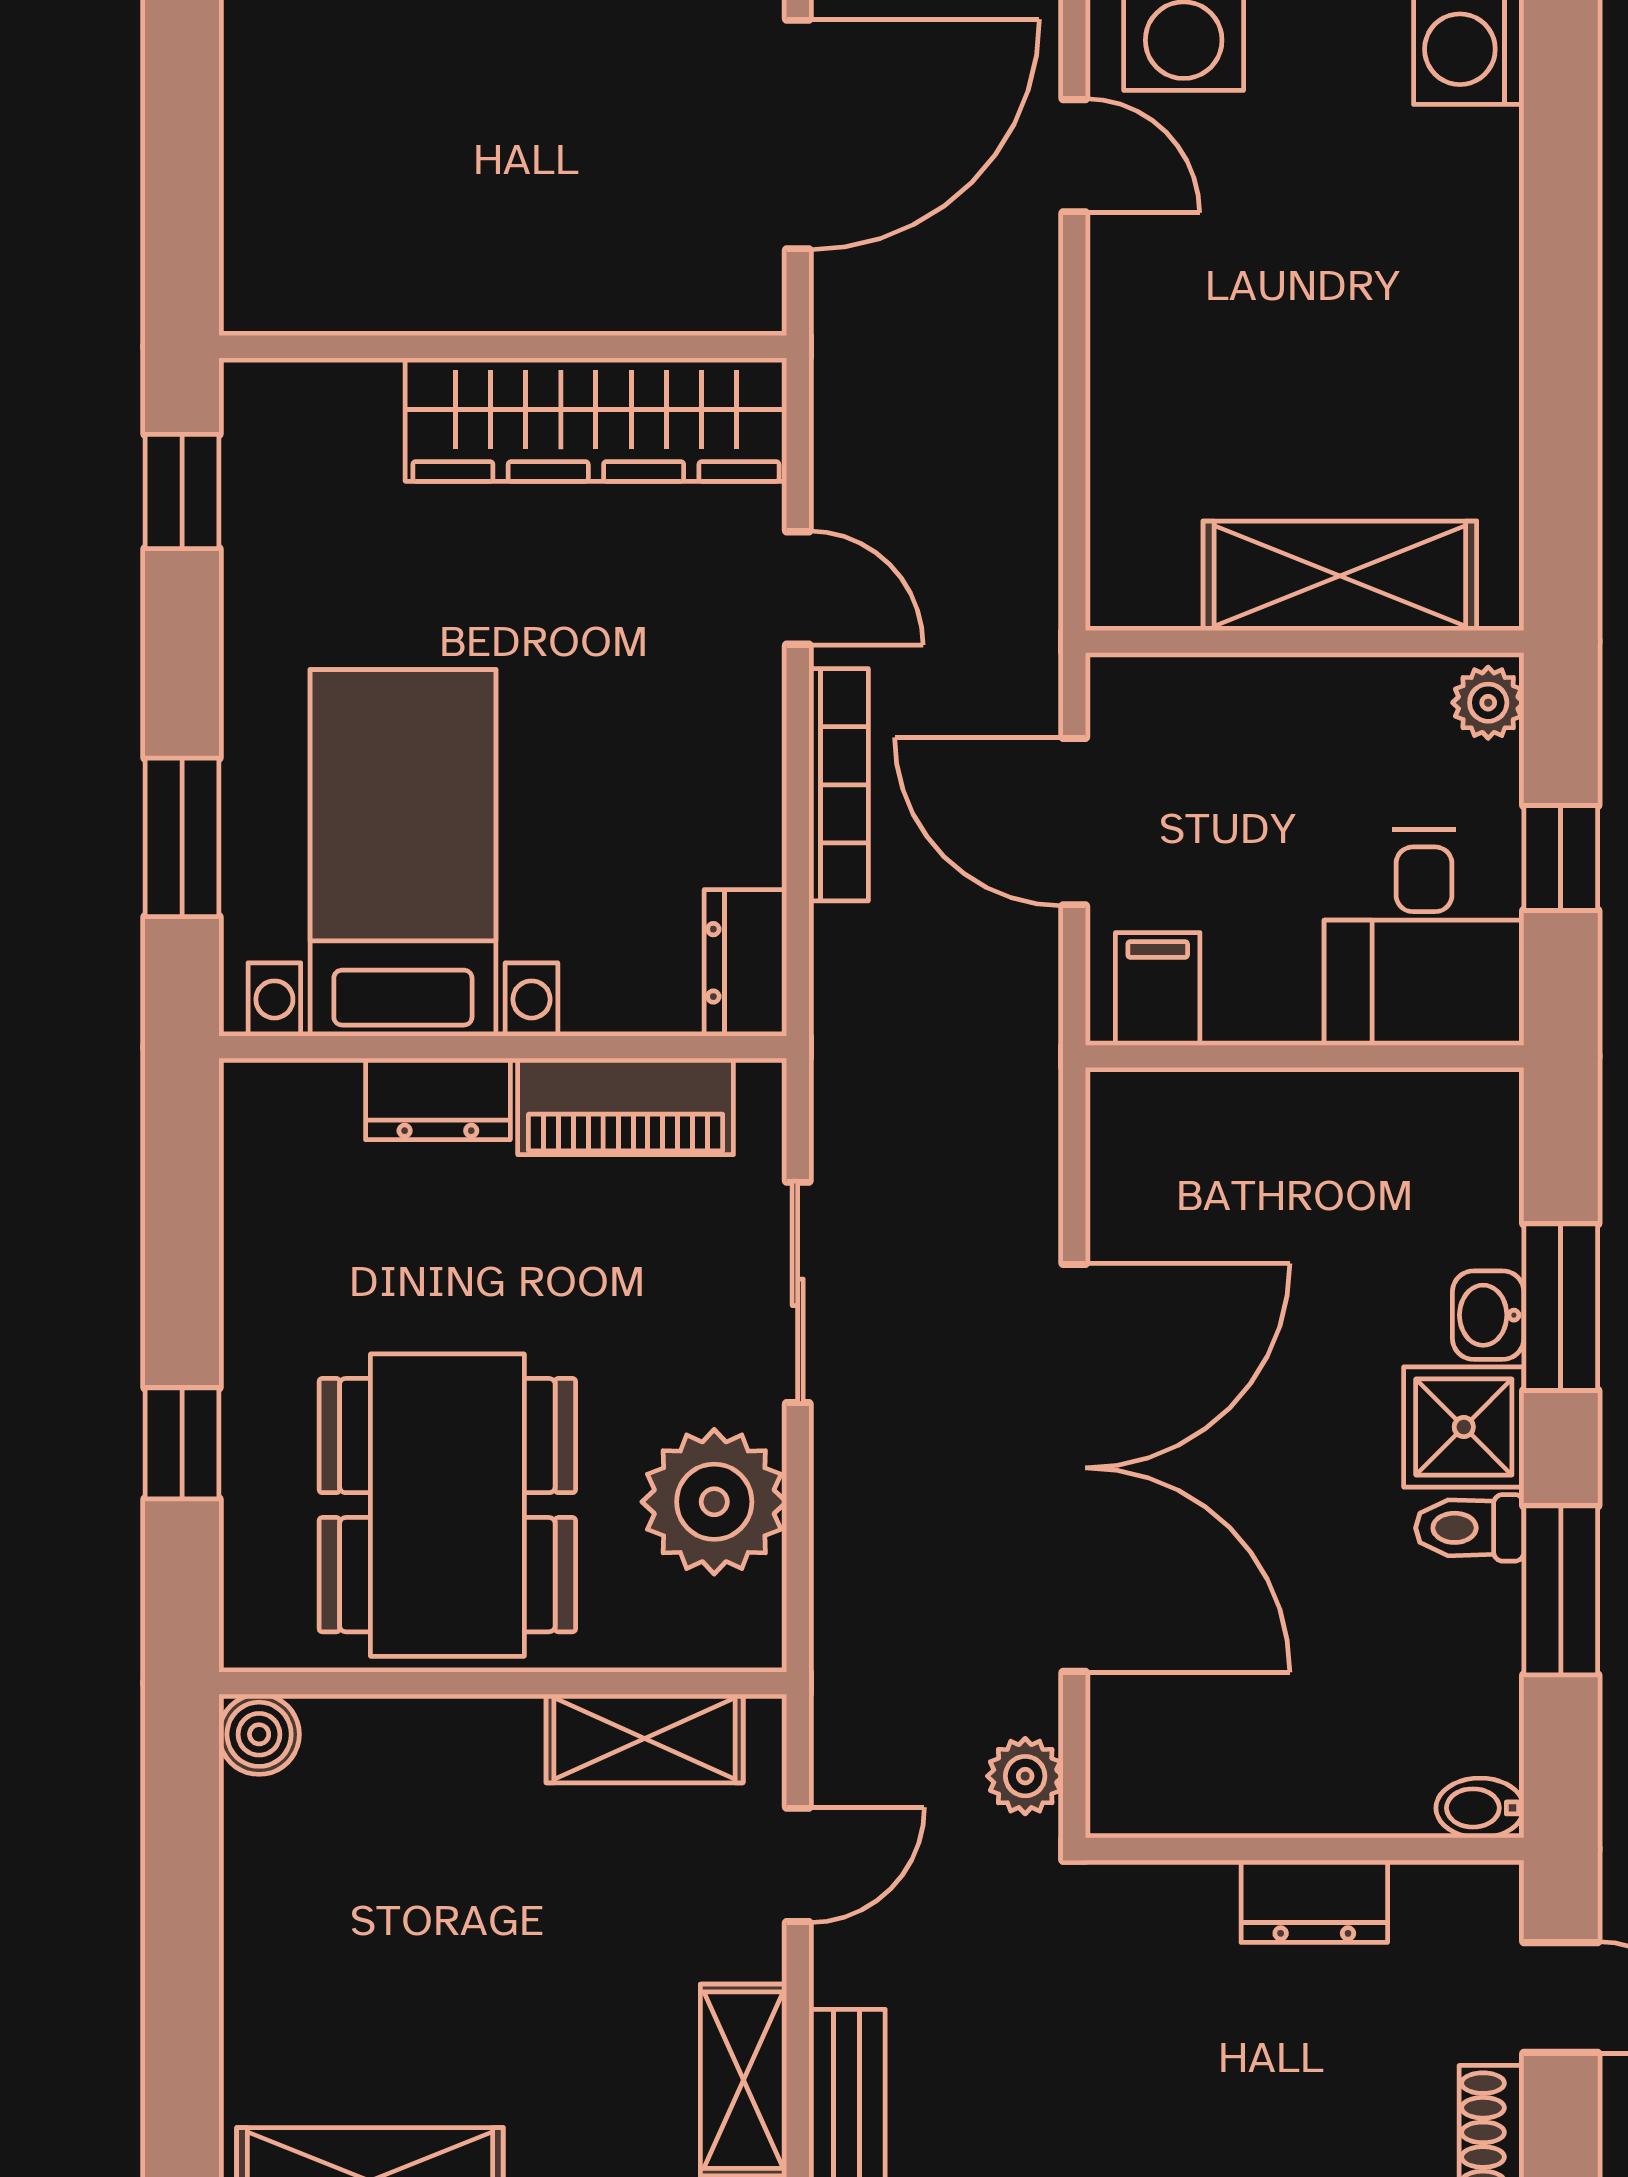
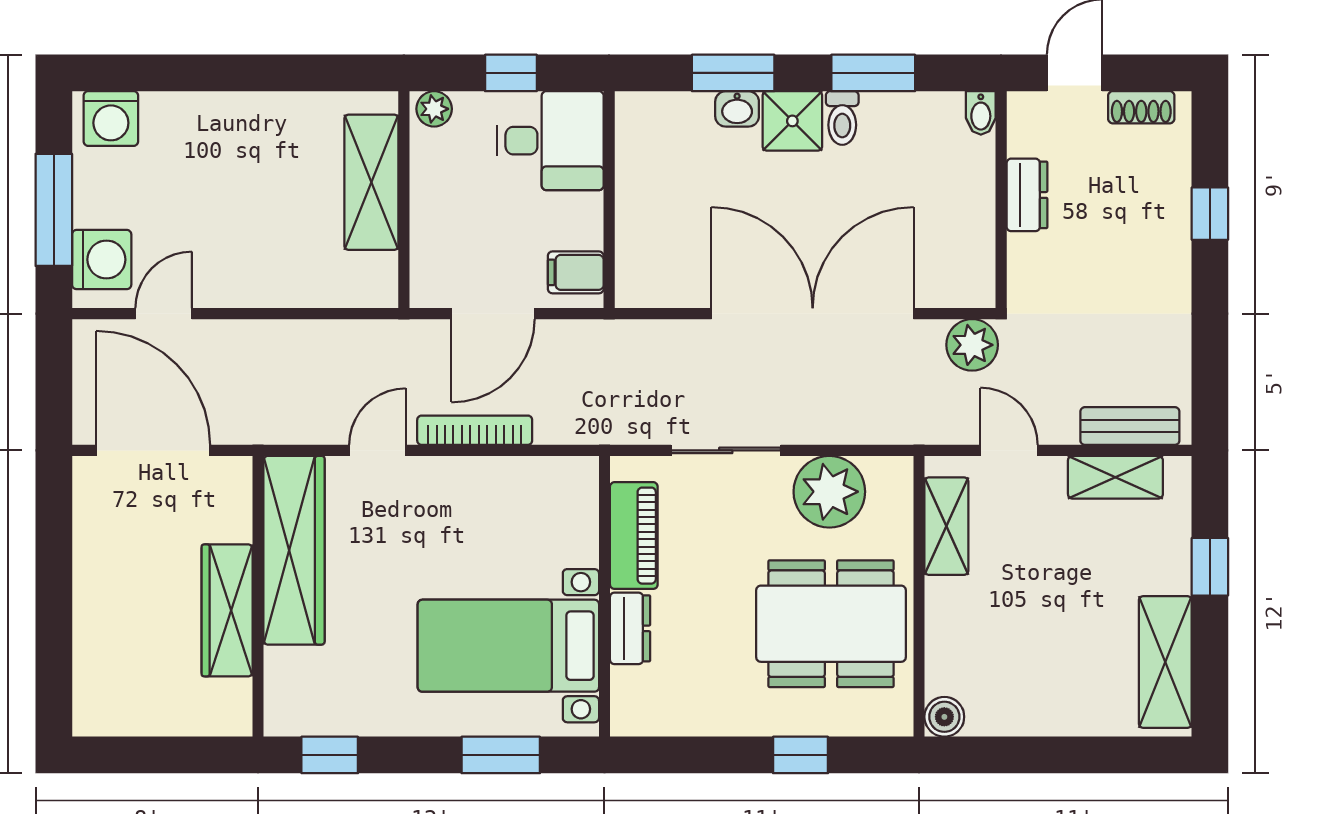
wardrobe: (474, 284) -> (227, 610), added
dresser: (745, 963) -> (563, 476), removed
plant: (1025, 1776) -> (972, 345), width x1.38, depth x1.38

